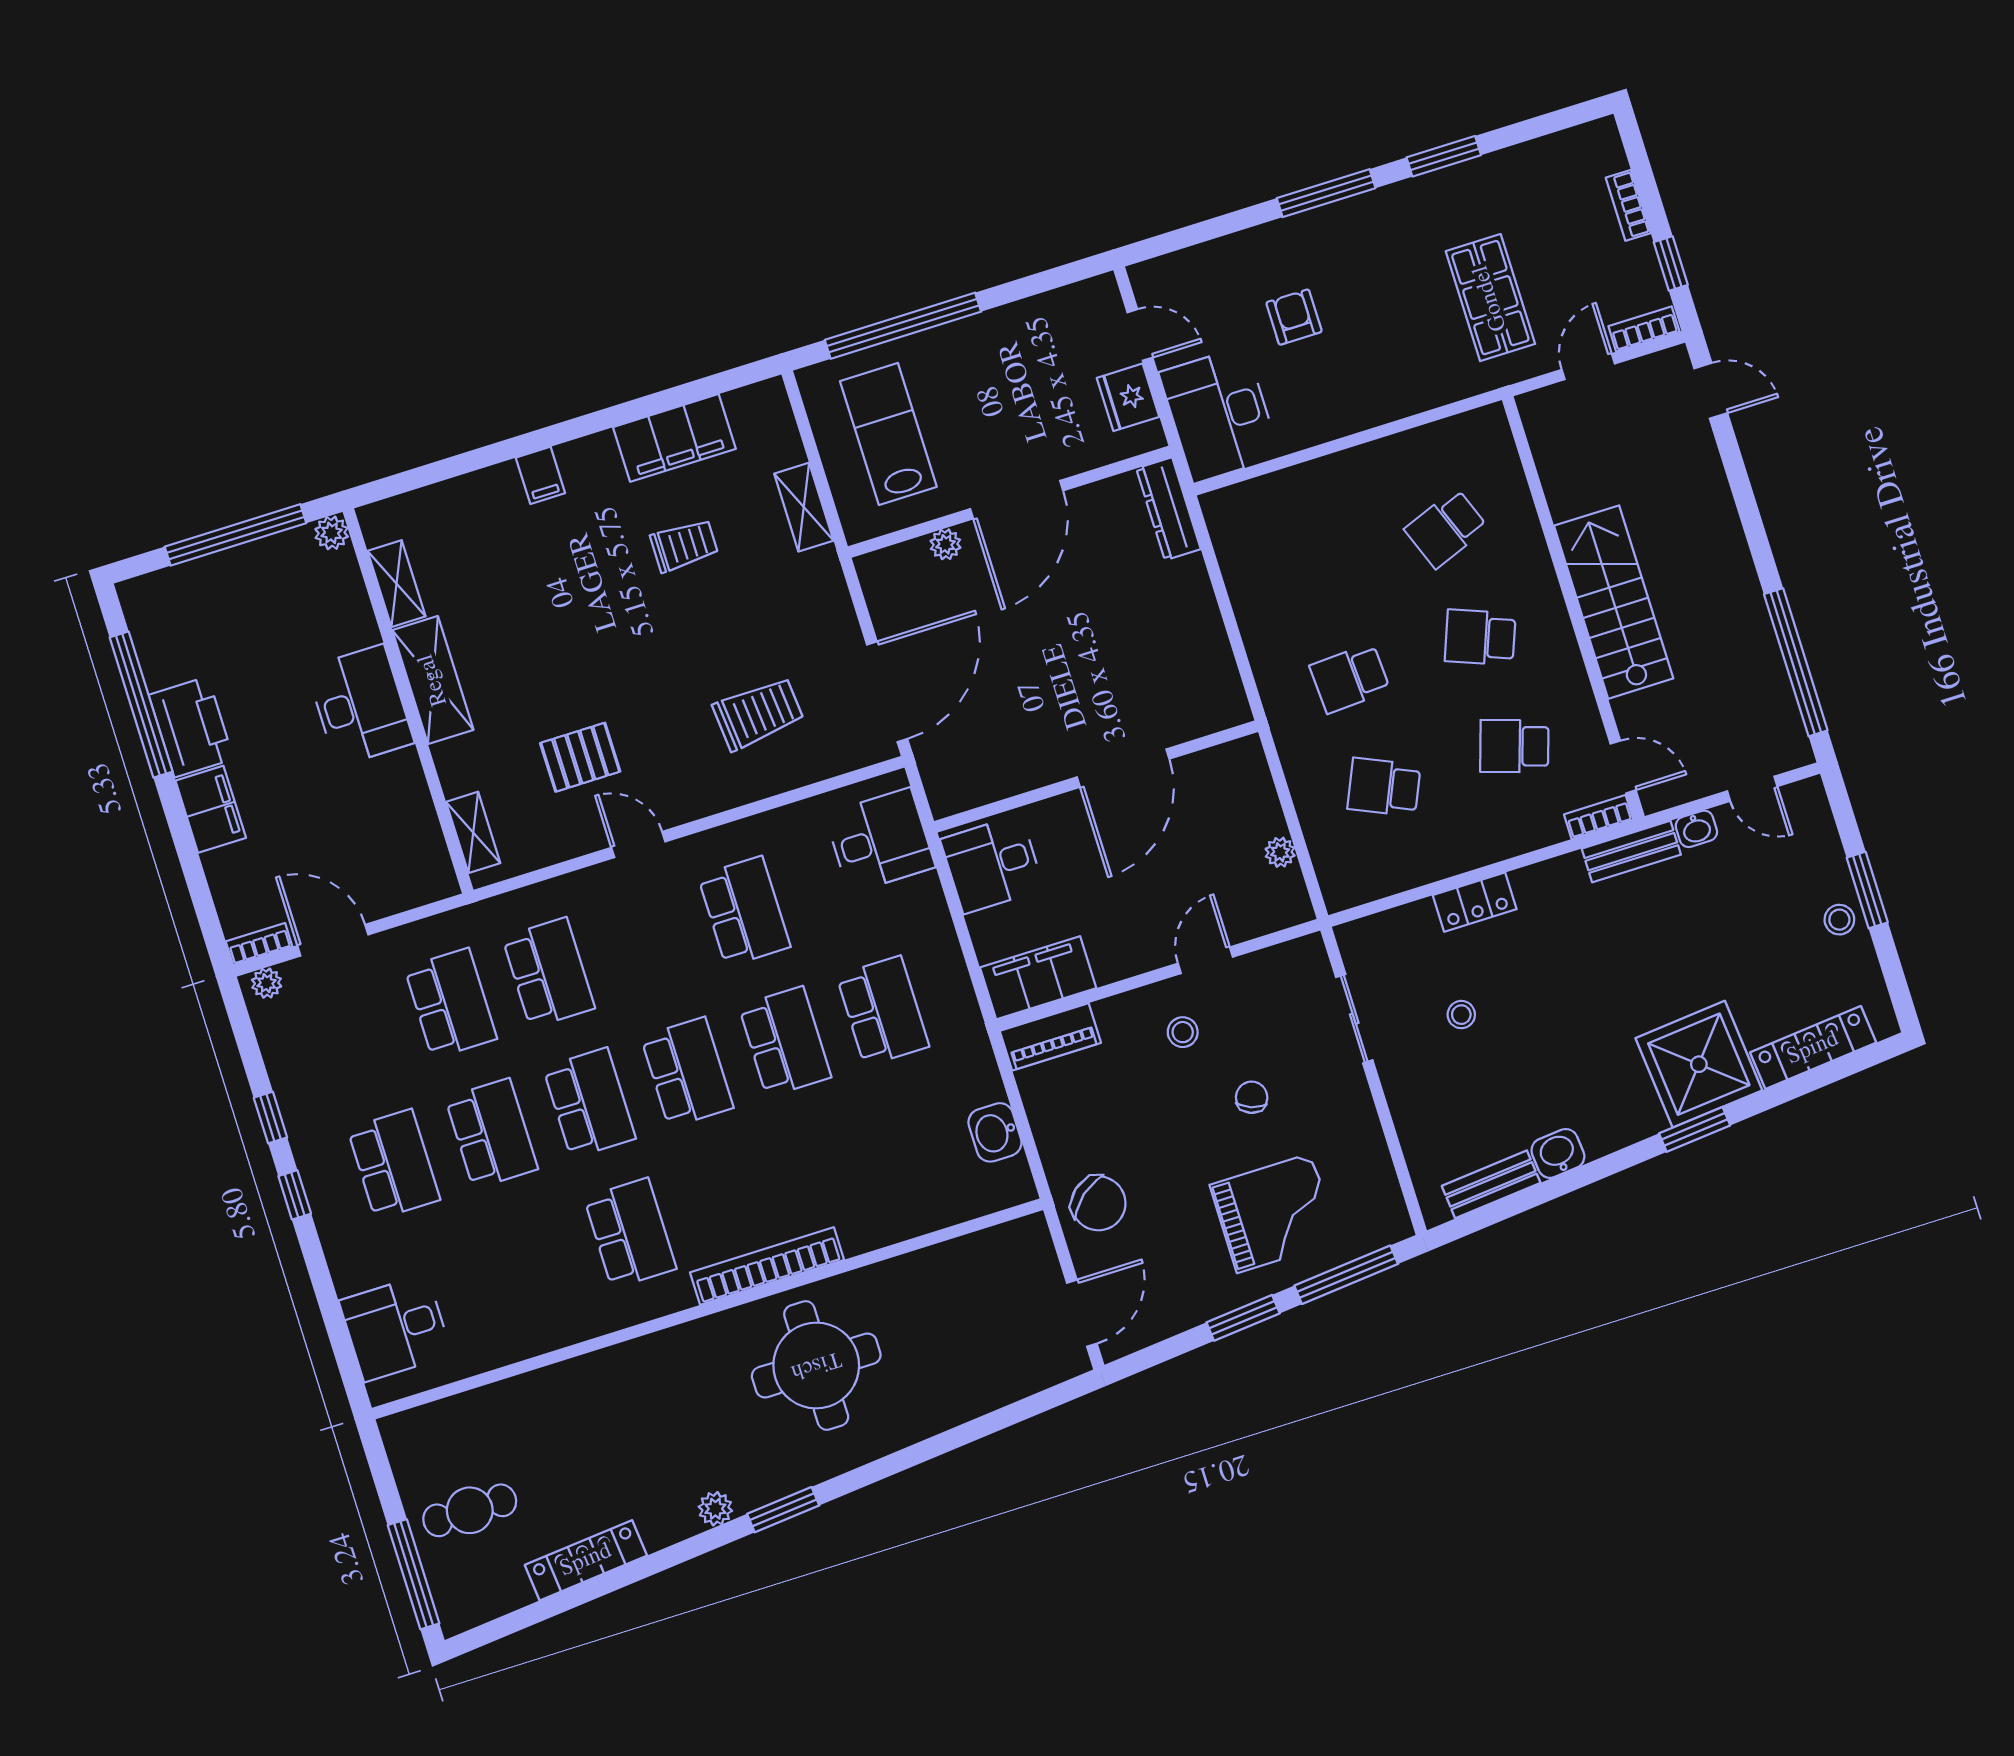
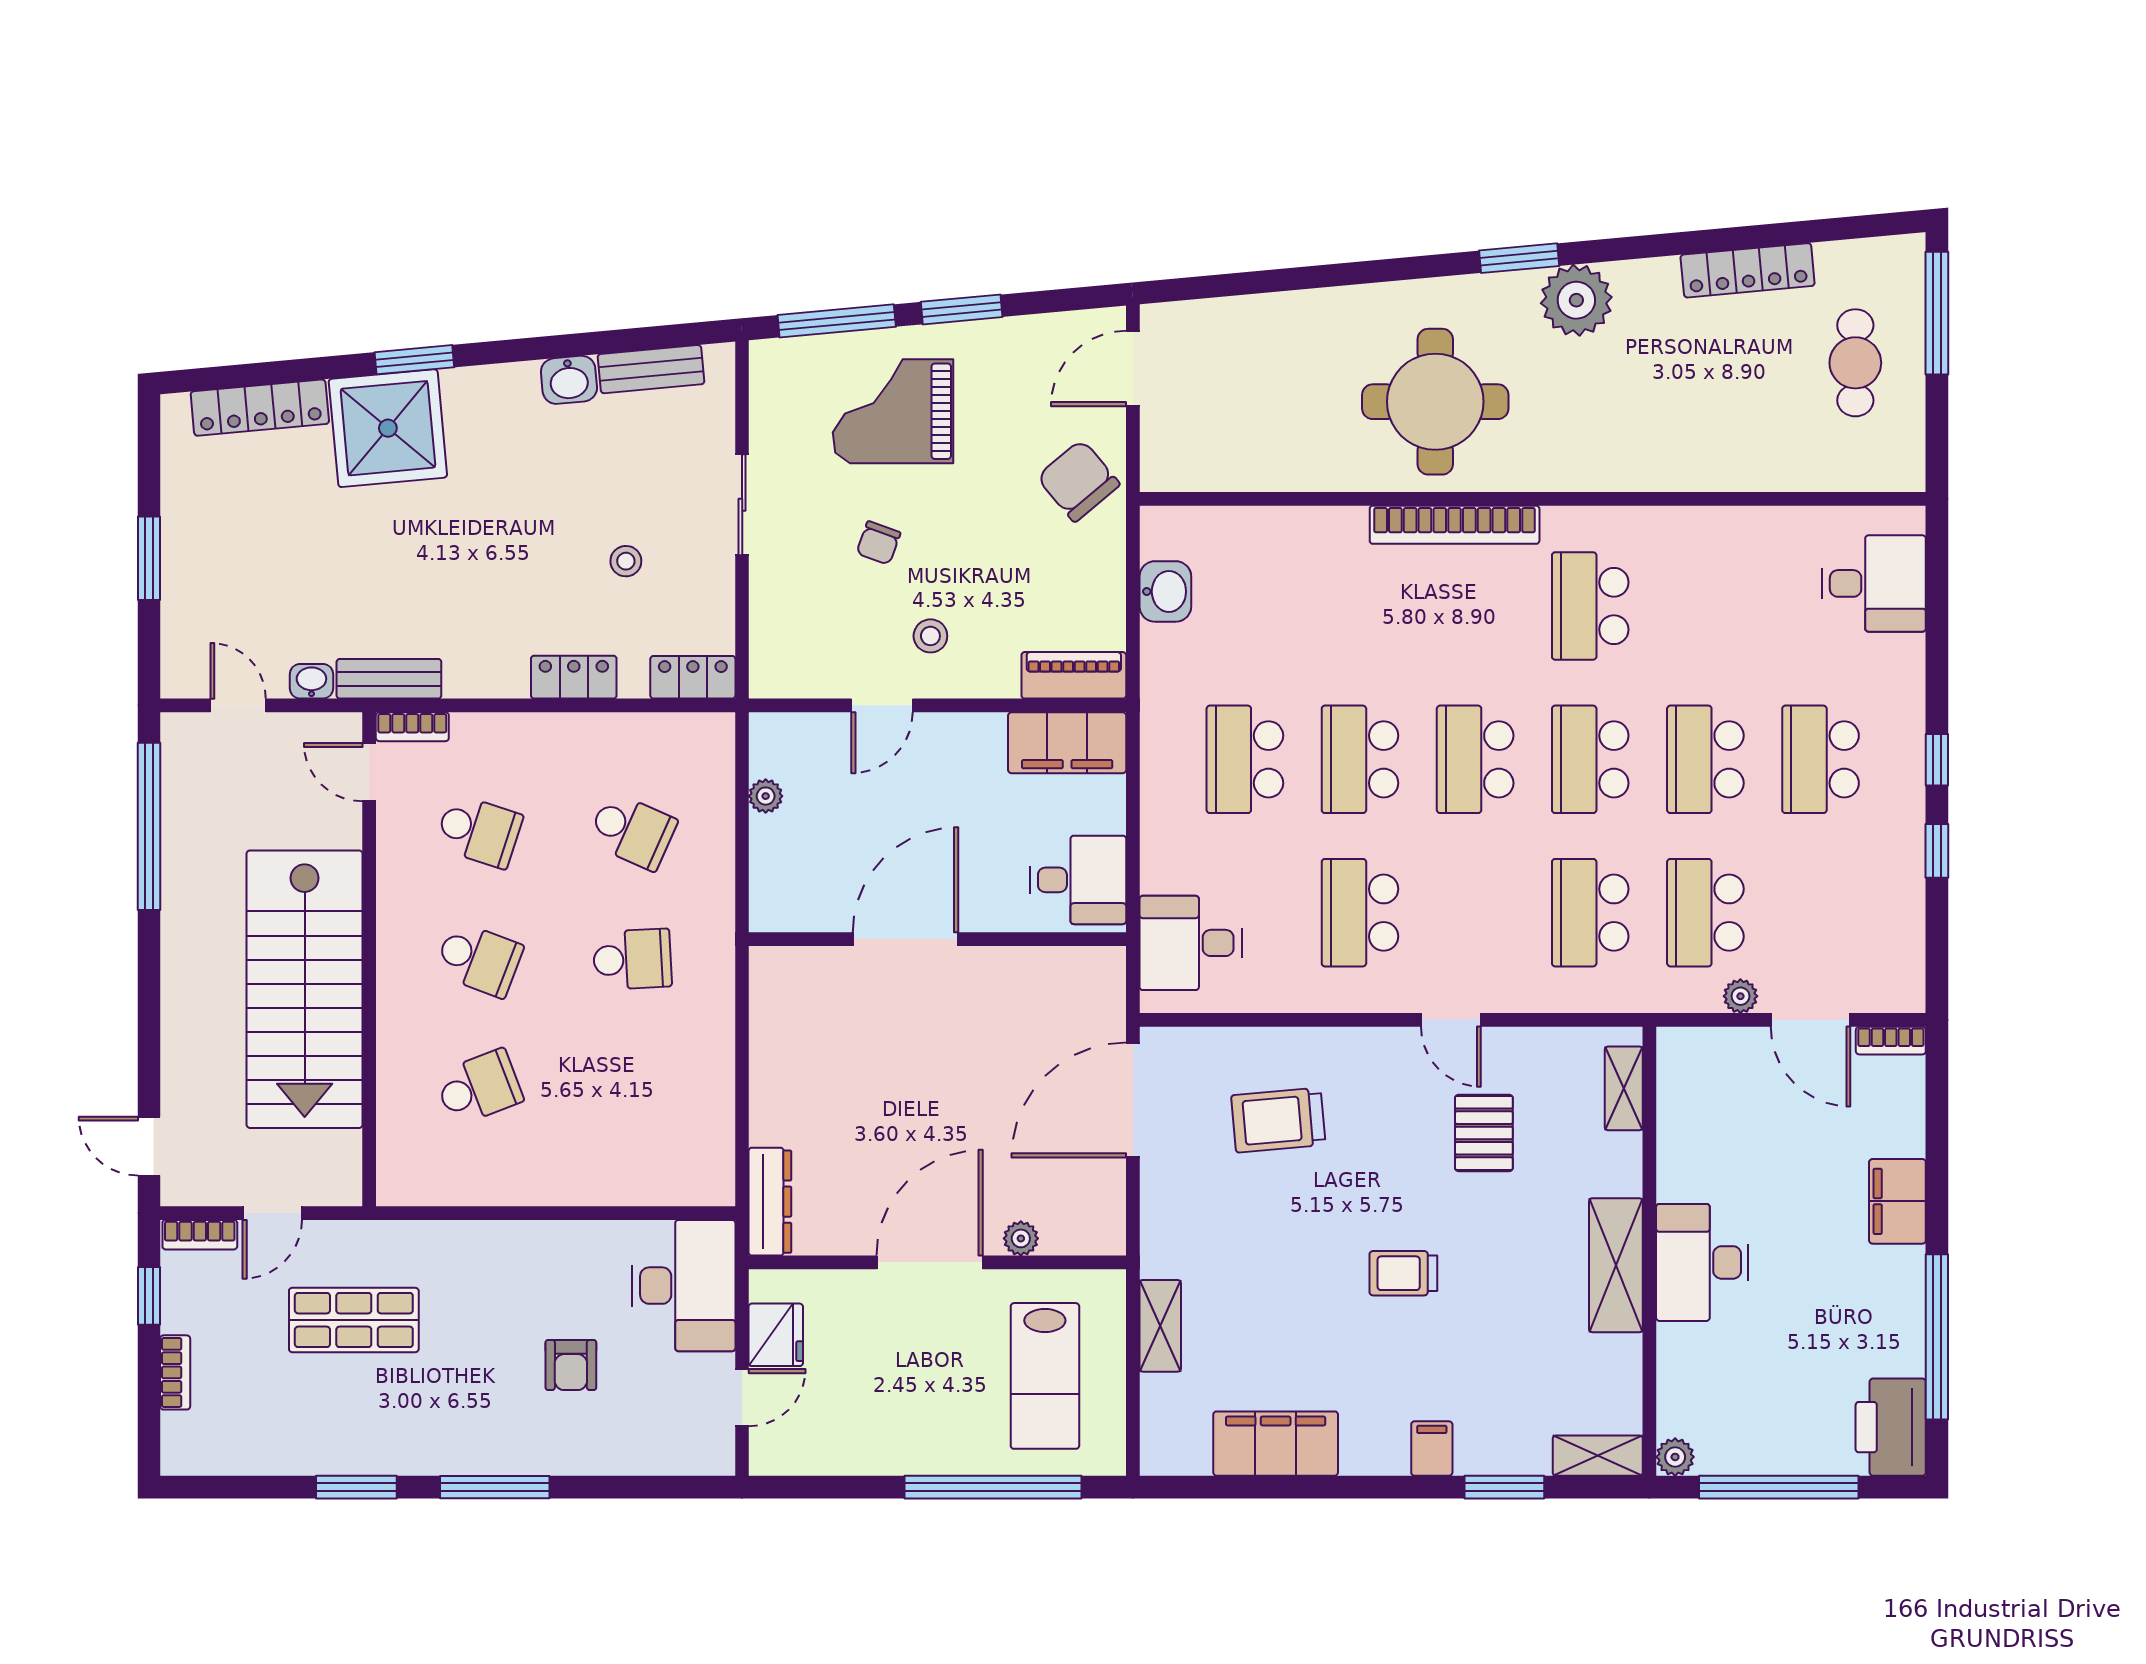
shop shelf: (1490, 298) -> (354, 1320), turned 90
door: (1140, 335) -> (742, 1398), swing flipped
window: (468, 462) -> (1504, 1487), added
trolley: (684, 545) -> (1403, 1273), moved
shelving: (396, 584) -> (1598, 1456), moved, turned 90
stairs: (1614, 602) -> (305, 989), width x1.36, depth x1.51
printer: (191, 727) -> (1891, 1427), moved
pallet: (580, 757) -> (1484, 1133), turned 90
stool: (1839, 920) -> (189, 536), removed
locker: (1374, 934) -> (693, 677), added
plant: (267, 983) -> (1740, 996), moved
sliding door: (1354, 1019) -> (742, 505), moved
plant: (715, 1509) -> (1576, 300), width x1.87, depth x1.87
cafe table: (470, 1510) -> (1855, 363), turned 90

